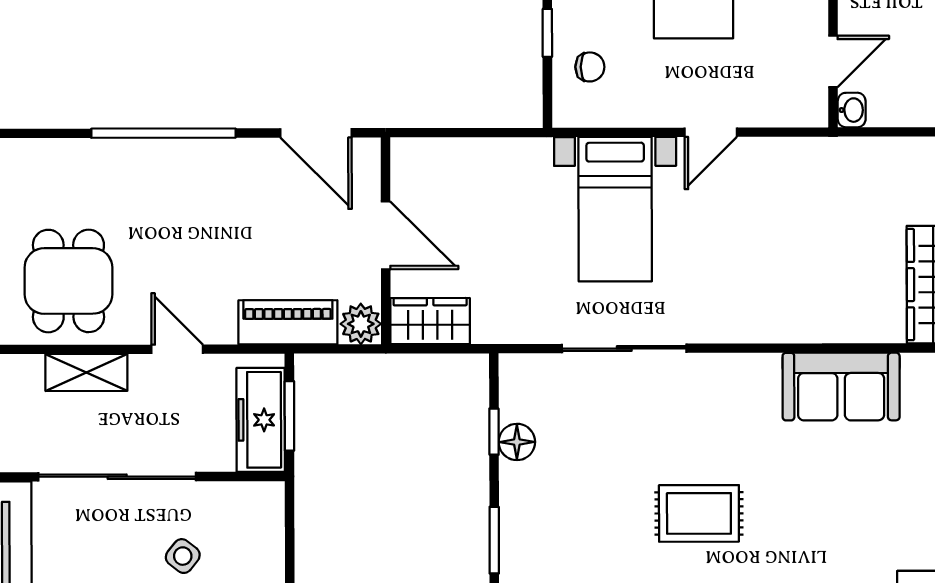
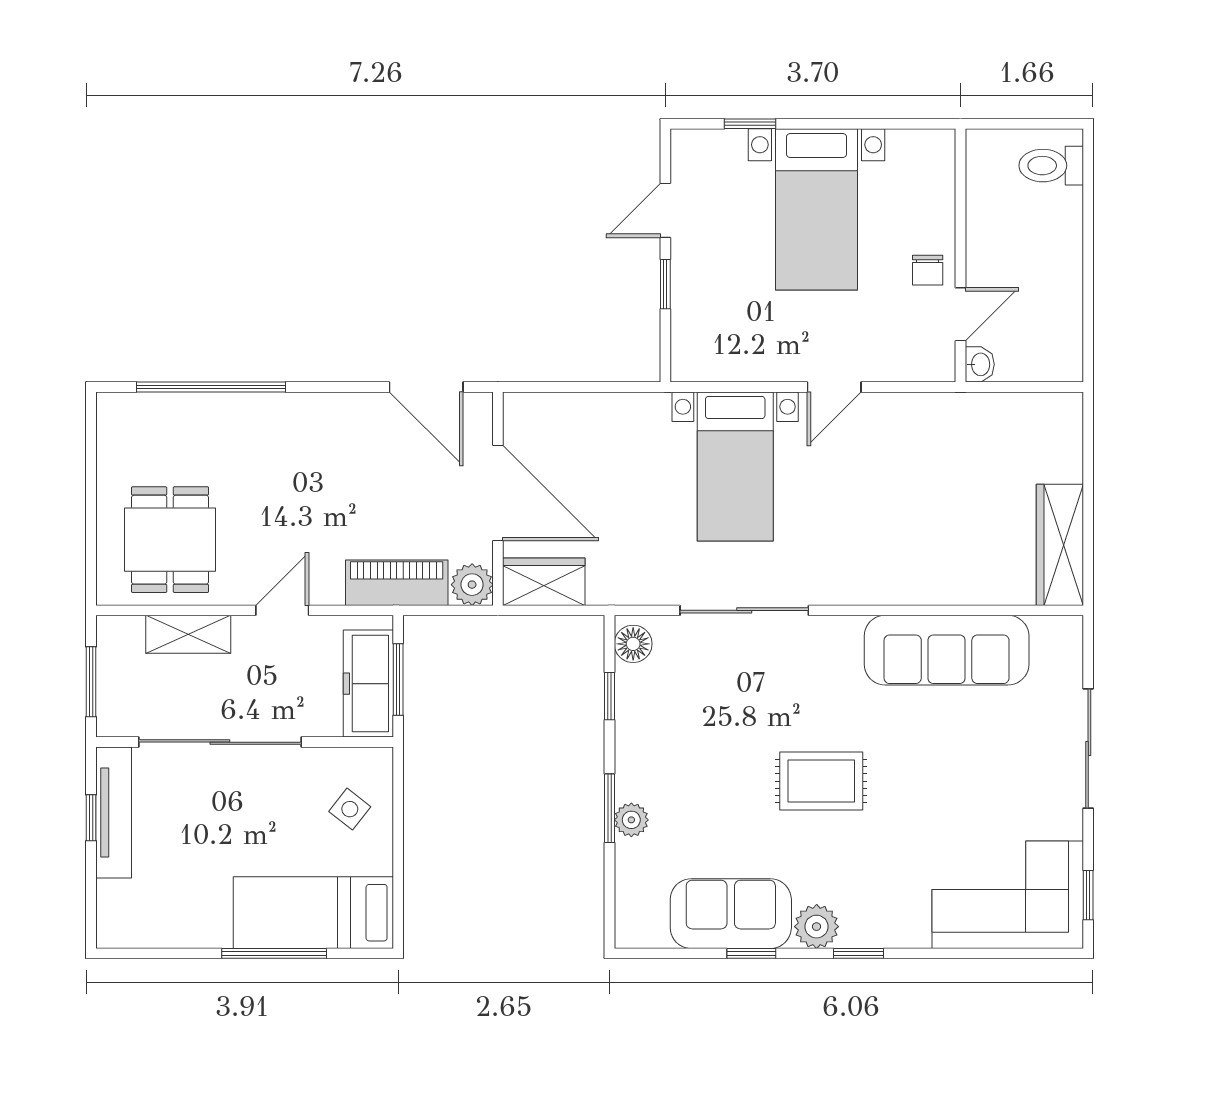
chair: (590, 67) -> (928, 270), moved, turned 90
window: (163, 133) -> (211, 387), moved
door: (386, 235) -> (498, 493), width x1.36
door: (177, 349) -> (282, 610), hinge flipped
sofa: (841, 387) -> (947, 650), width x1.36
floor lamp: (517, 442) -> (633, 644), moved
plant: (515, 551) -> (631, 820), added
side table: (183, 556) -> (350, 809), moved

